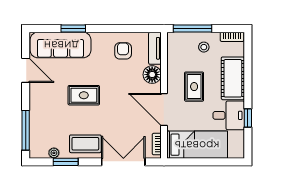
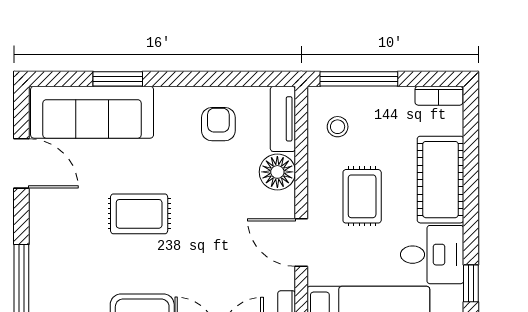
stool: (204, 47) -> (338, 127), moved
door: (164, 109) -> (301, 243), width x0.73
window: (248, 118) -> (471, 283), moved

